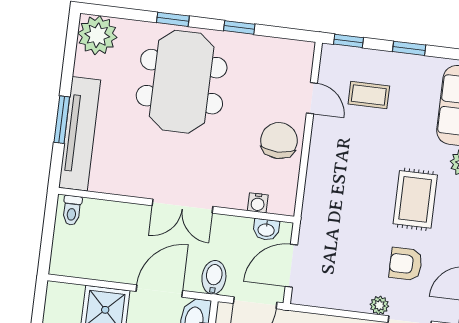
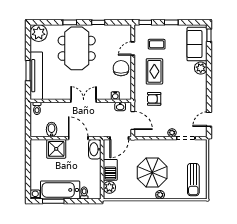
door: (312, 98) -> (133, 49), swing flipped
rug: (415, 199) -> (154, 71), moved
double door: (182, 206) -> (84, 101), swing flipped
armchair: (406, 264) -> (154, 99), moved
door: (291, 266) -> (133, 121), swing flipped
bidet: (214, 277) -> (52, 129), moved
door: (159, 291) -> (78, 138), hinge flipped

